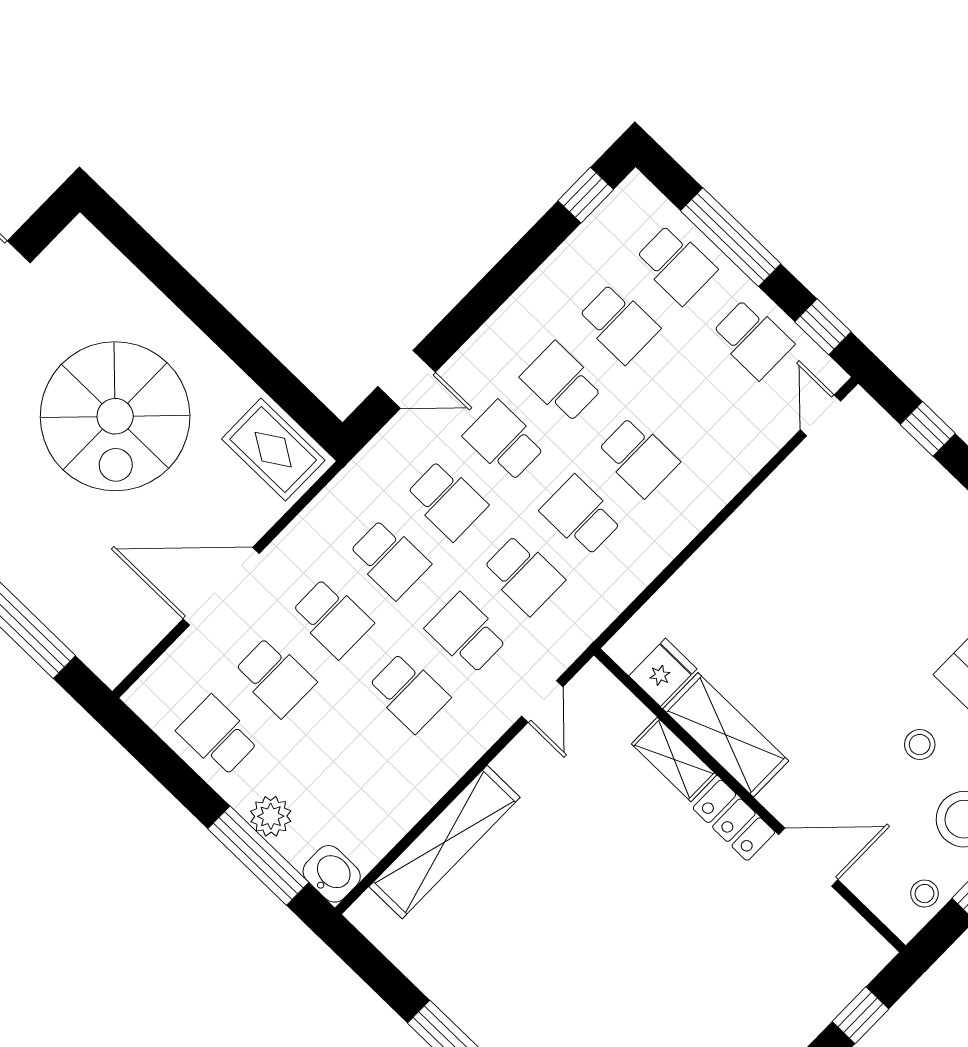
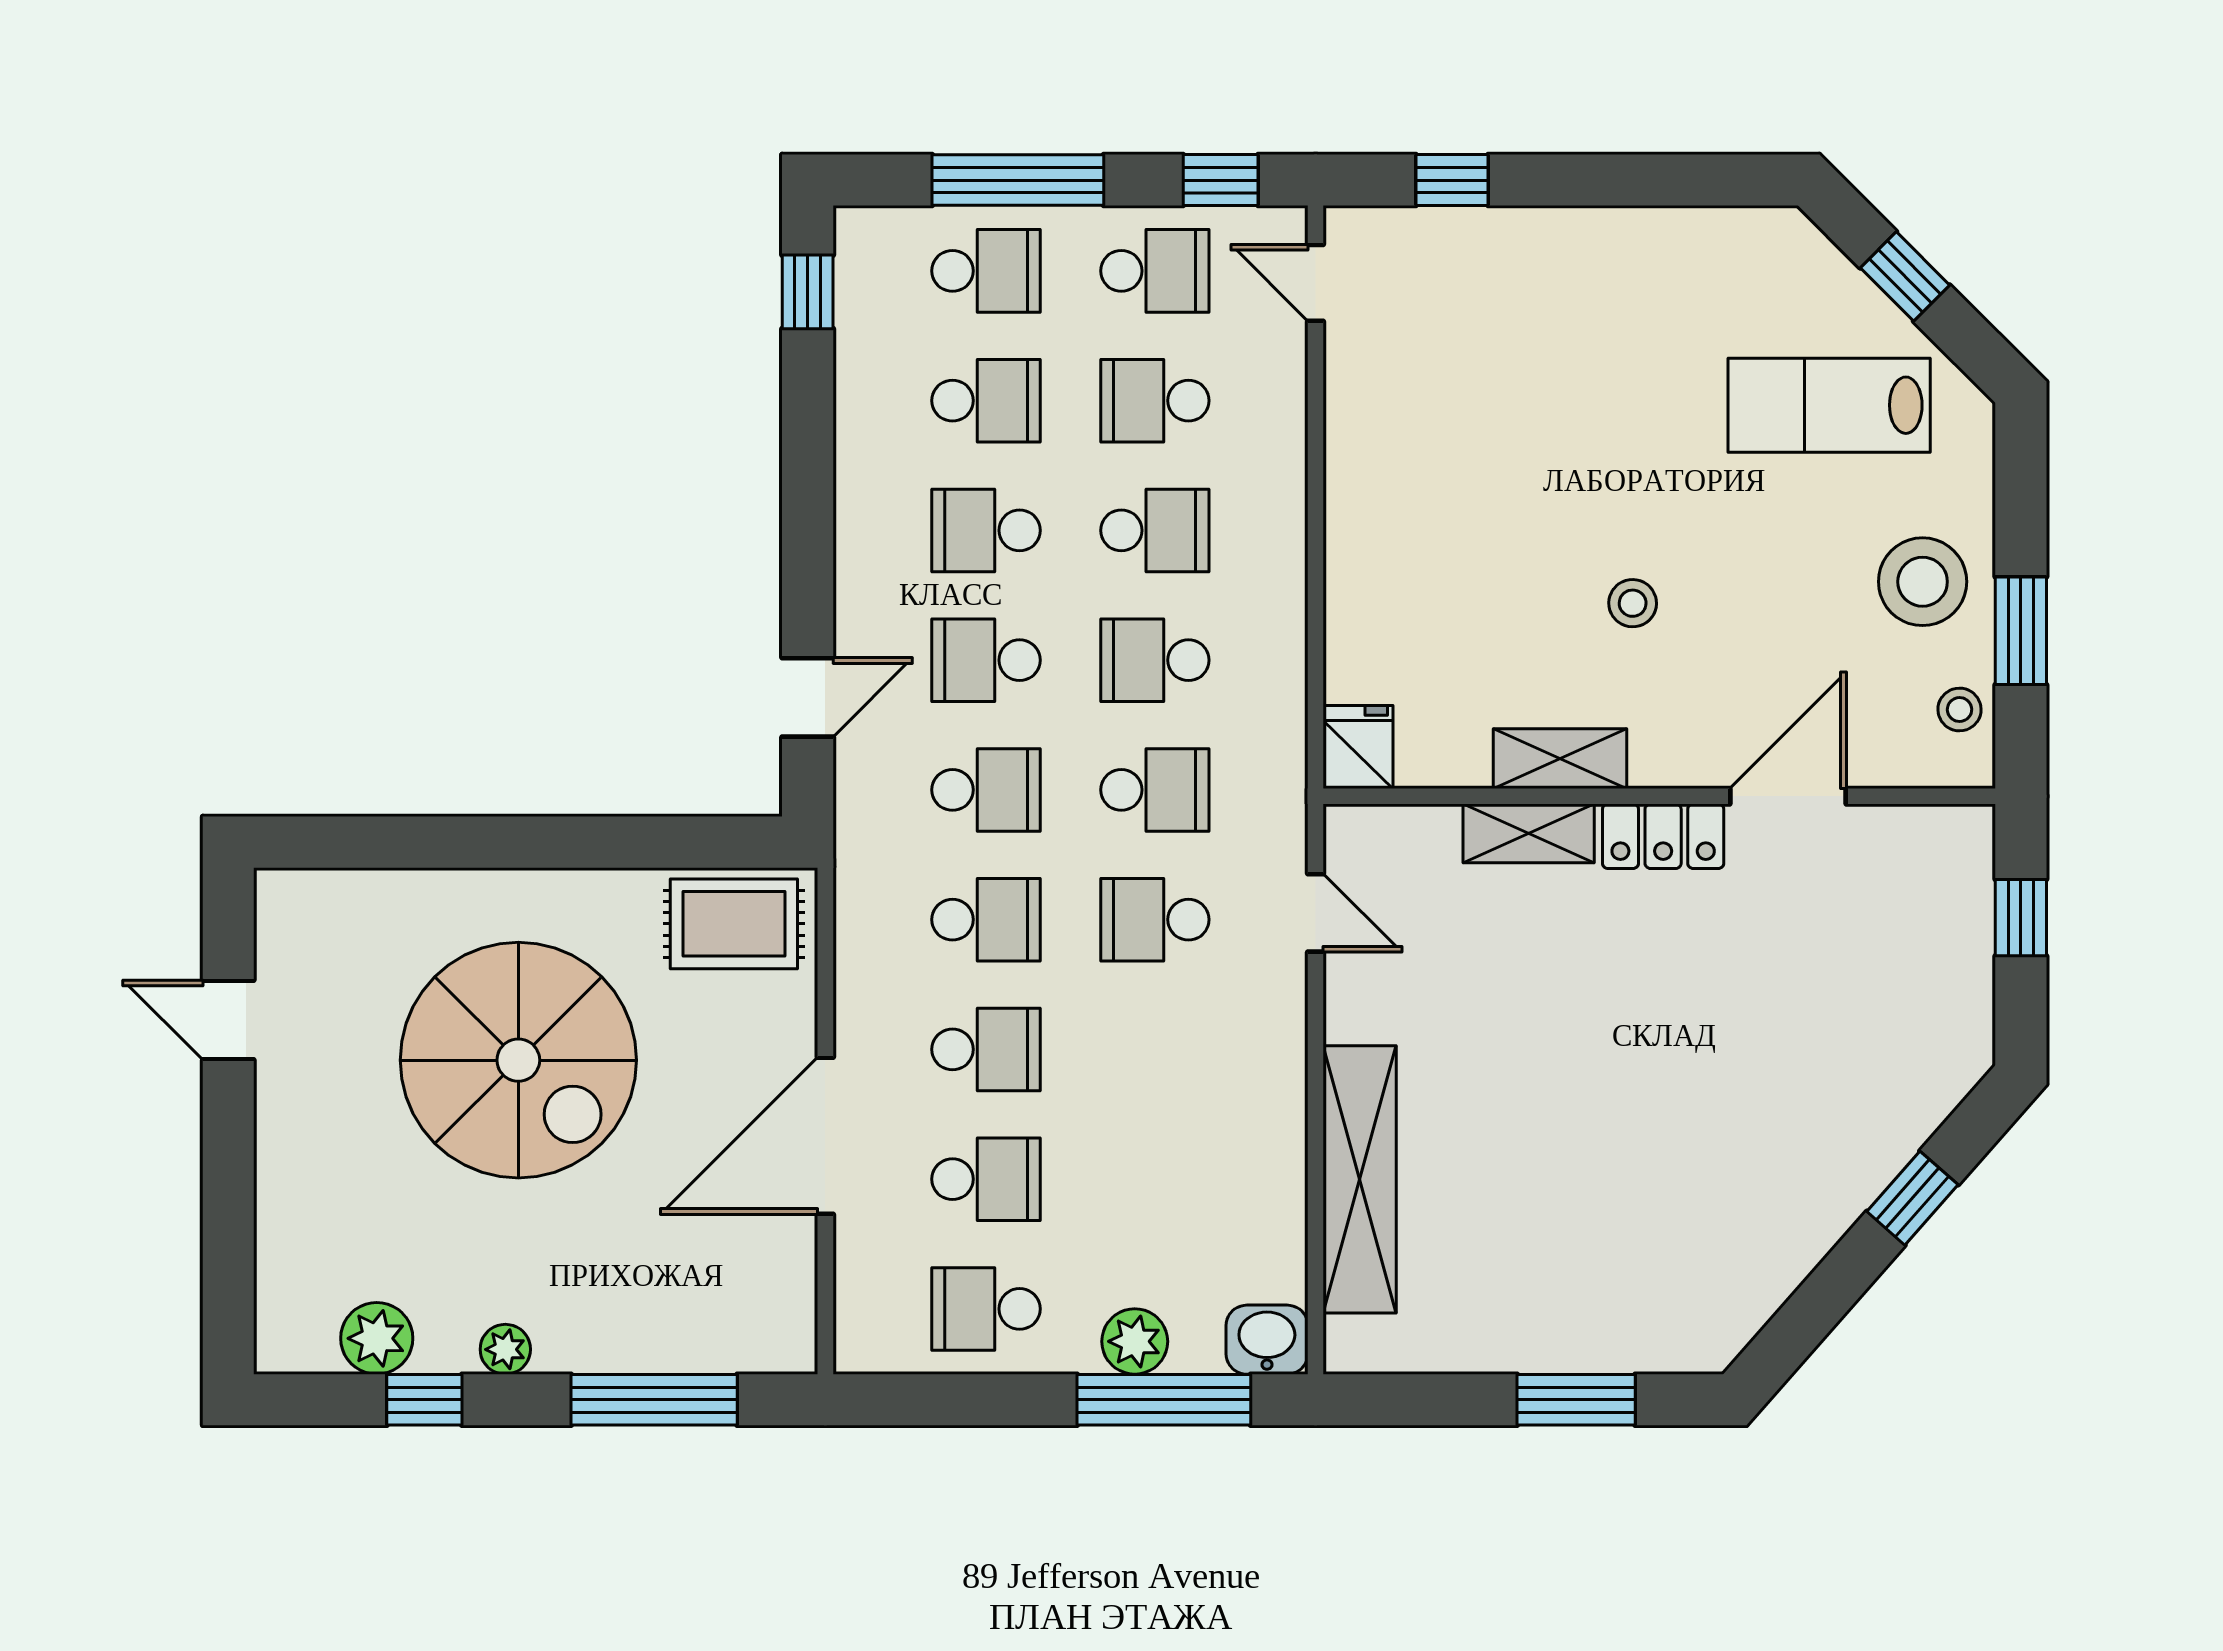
fridge: (663, 672) -> (1358, 747), moved
school desk: (409, 693) -> (1155, 401), moved, turned 180
shelving: (726, 735) -> (1560, 759), width x0.67, depth x0.75
stool: (920, 745) -> (1633, 603), moved

